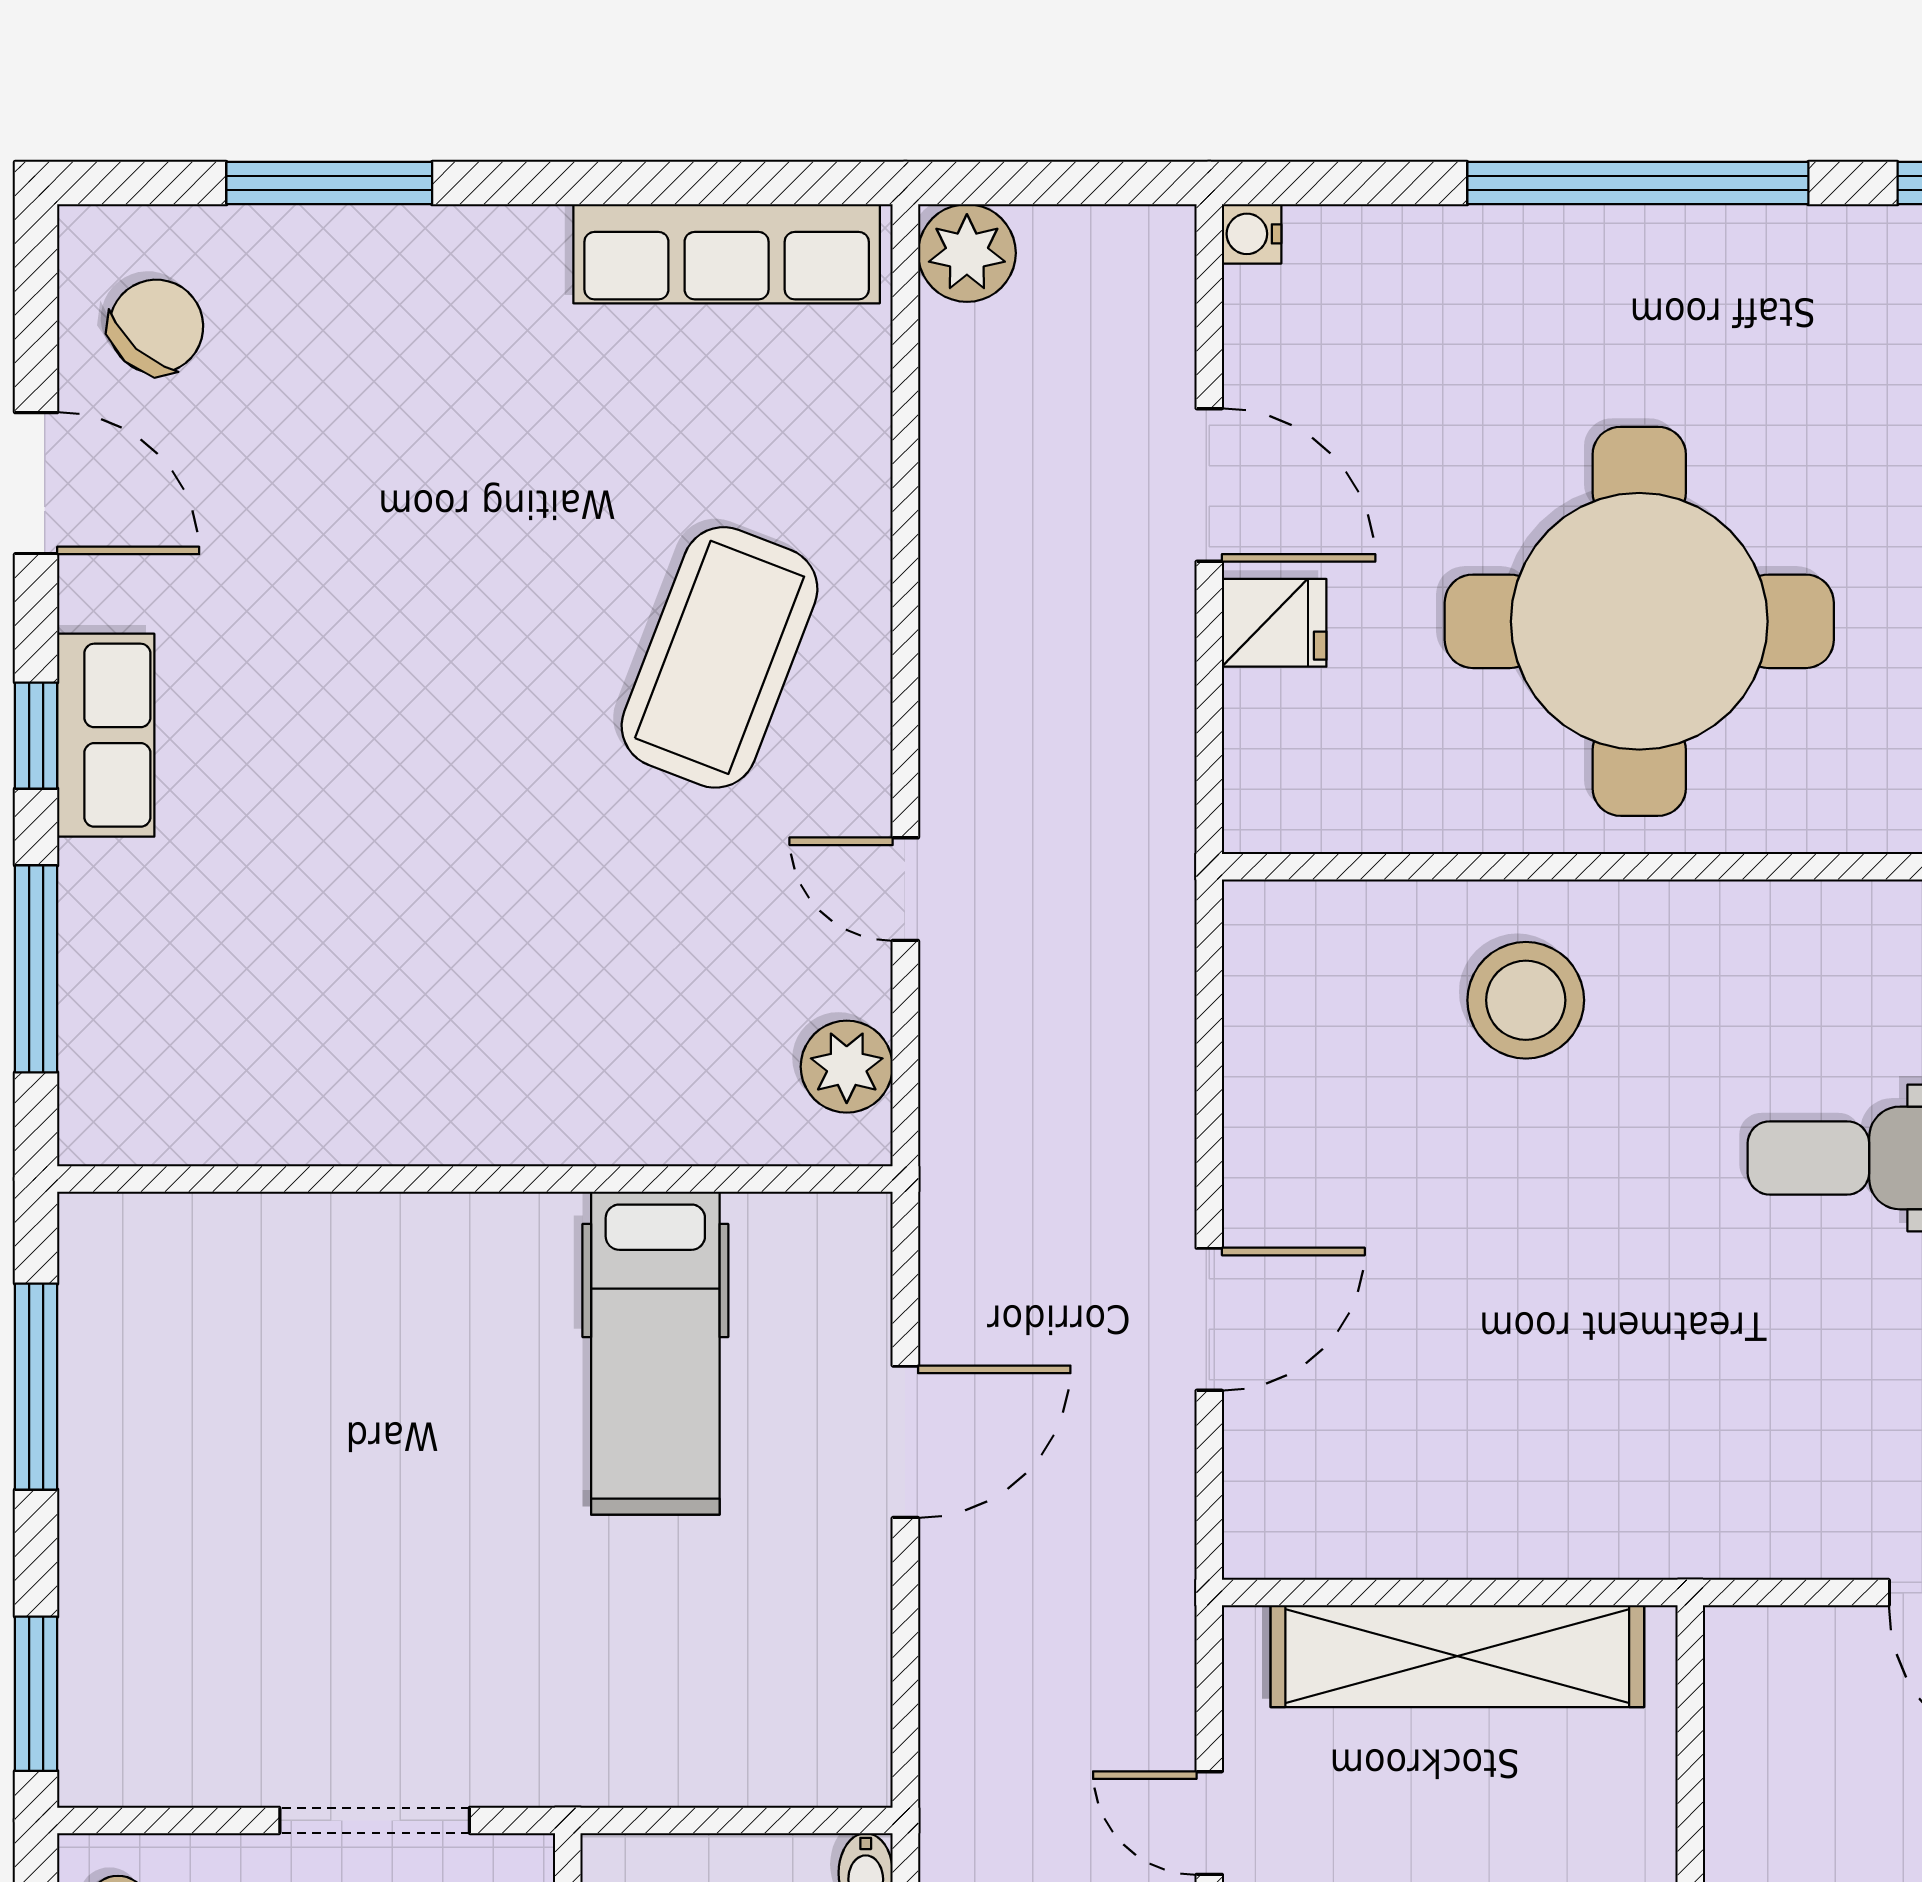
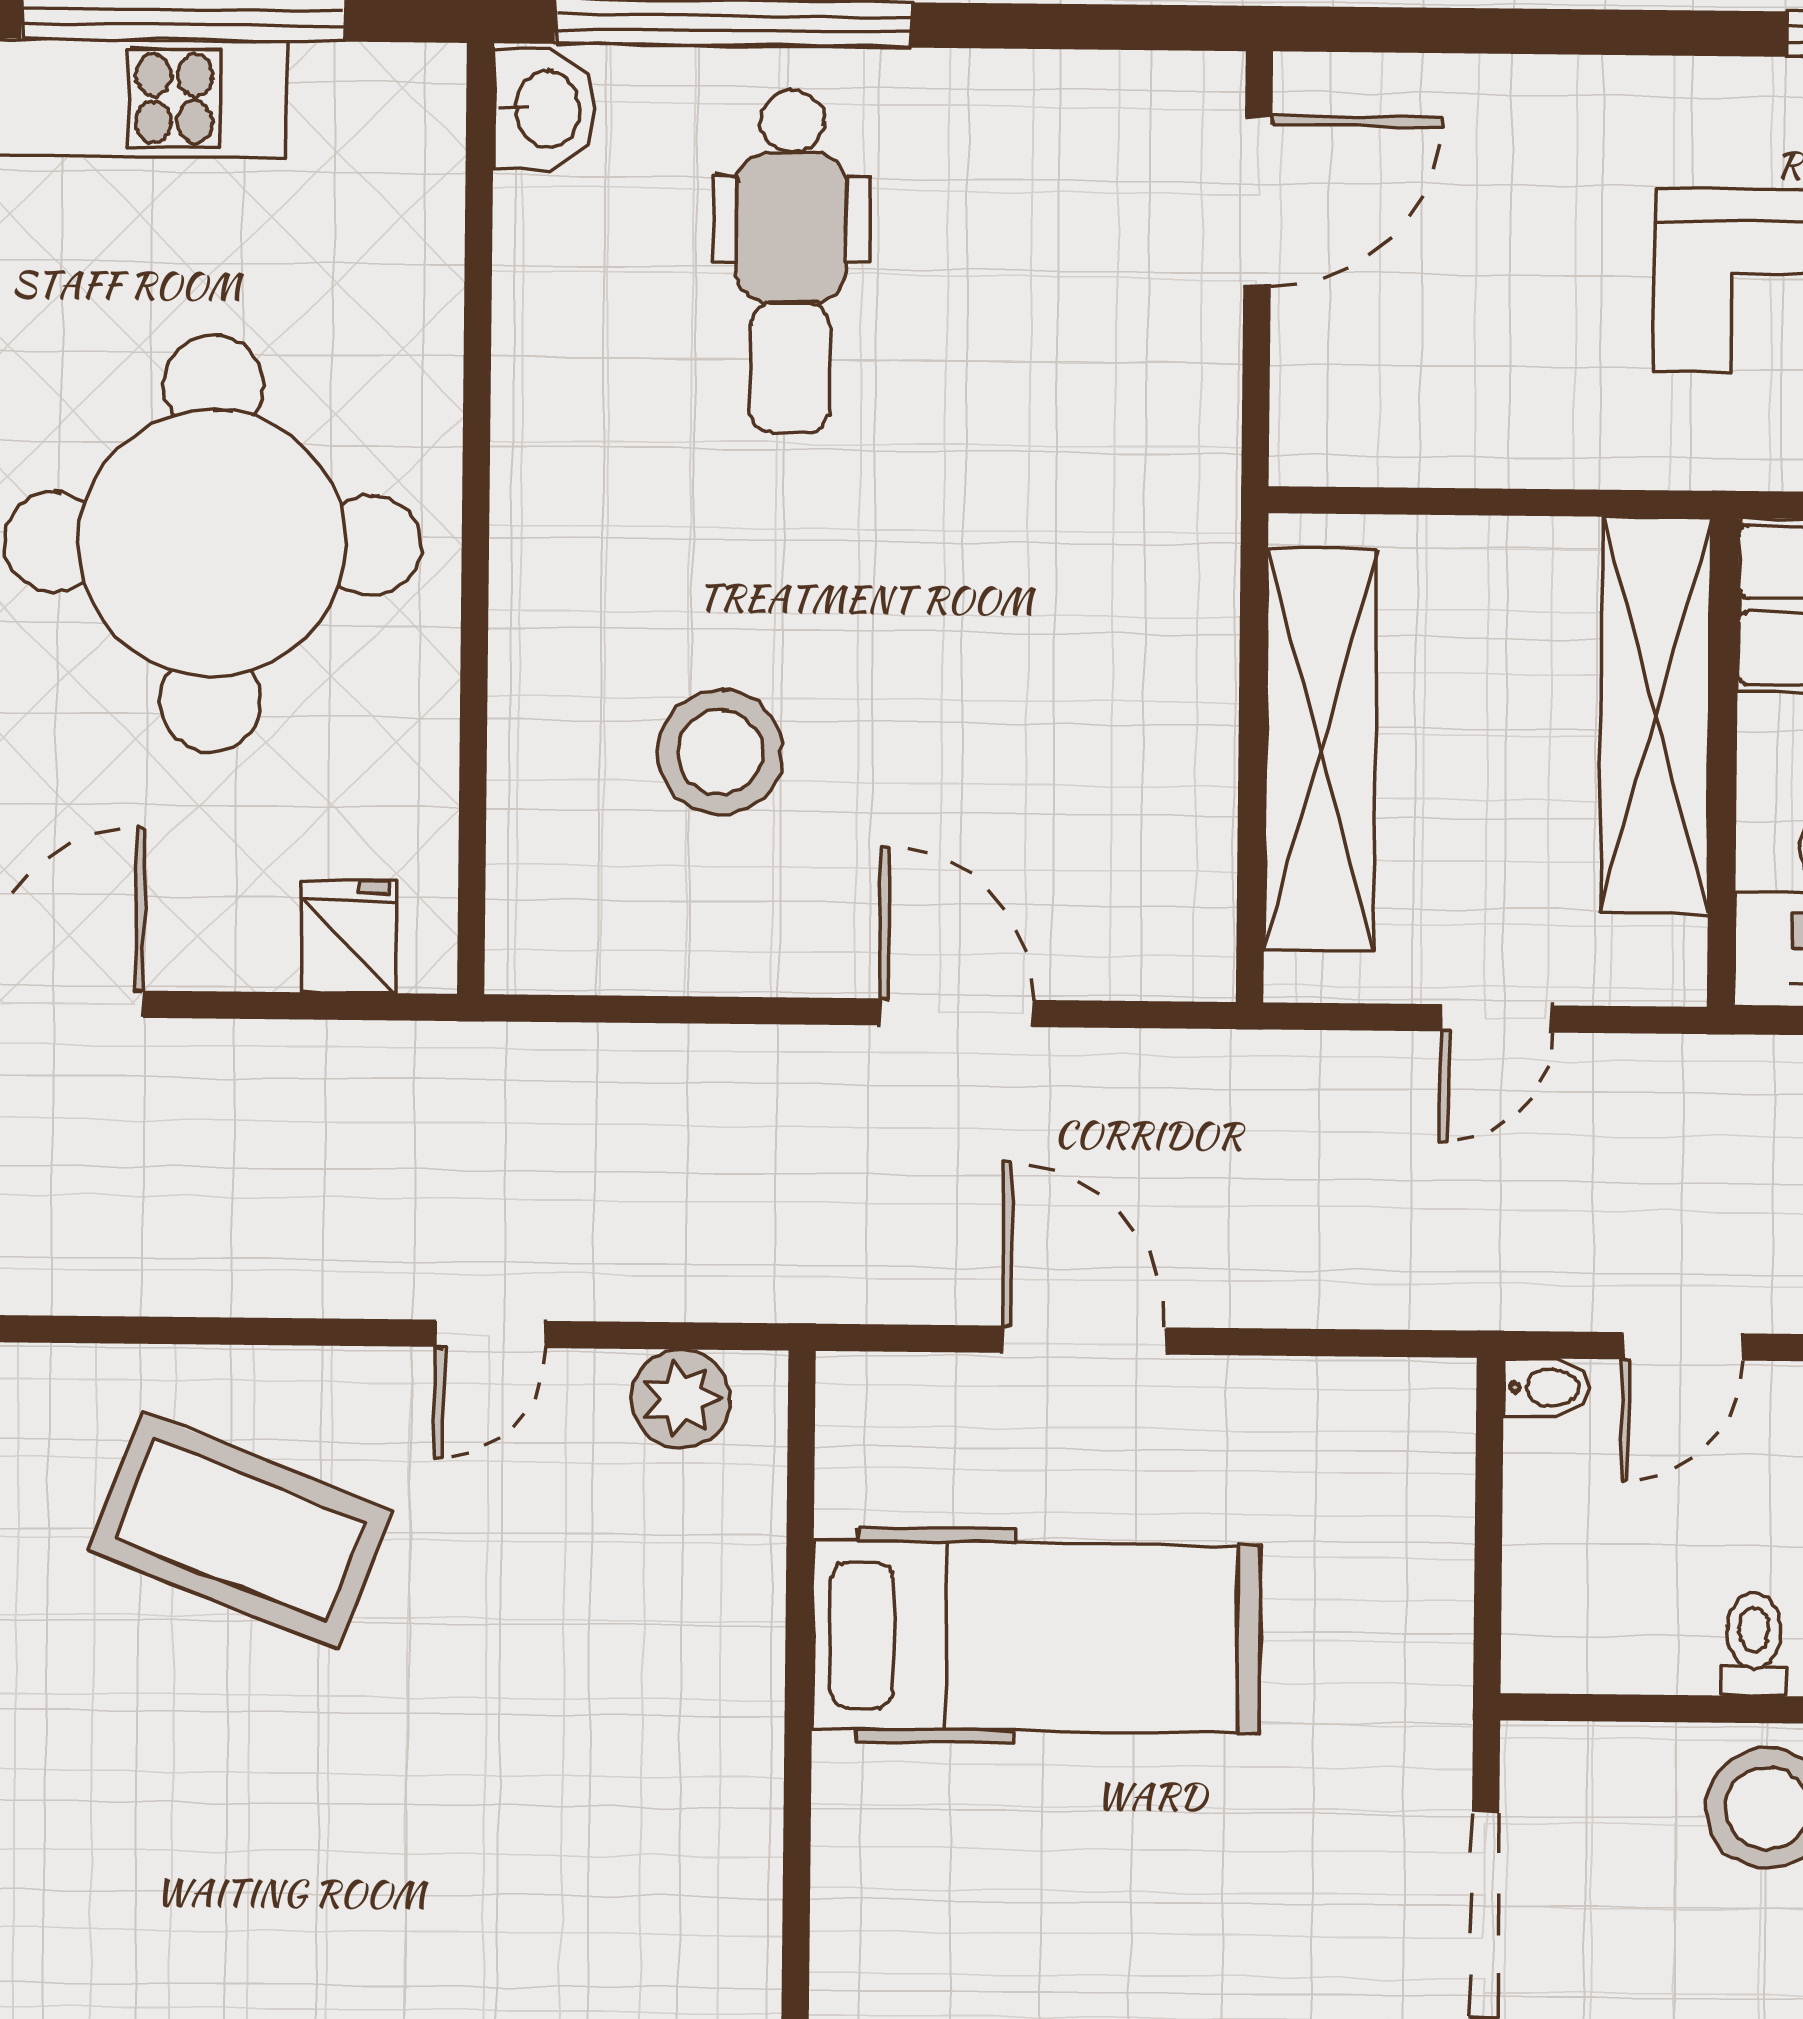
fridge: (1274, 623) -> (349, 937), moved
stool: (1526, 1000) -> (721, 752), moved
hospital bed: (655, 1353) -> (1036, 1637), width x1.37, depth x1.29

